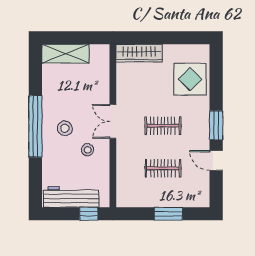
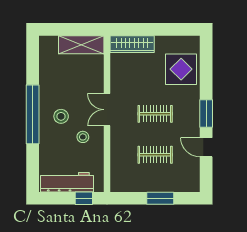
shelving: (65, 54) -> (81, 45), moved

